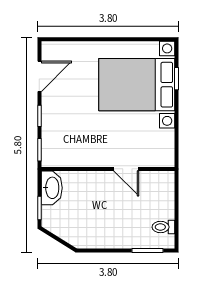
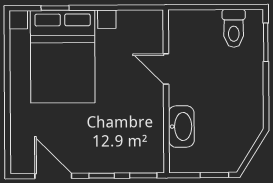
door: (126, 169) -> (166, 69), swing flipped
washbasin: (52, 188) -> (181, 127), moved, turned 90
toilet: (163, 227) -> (234, 28), width x1.37, depth x1.39

